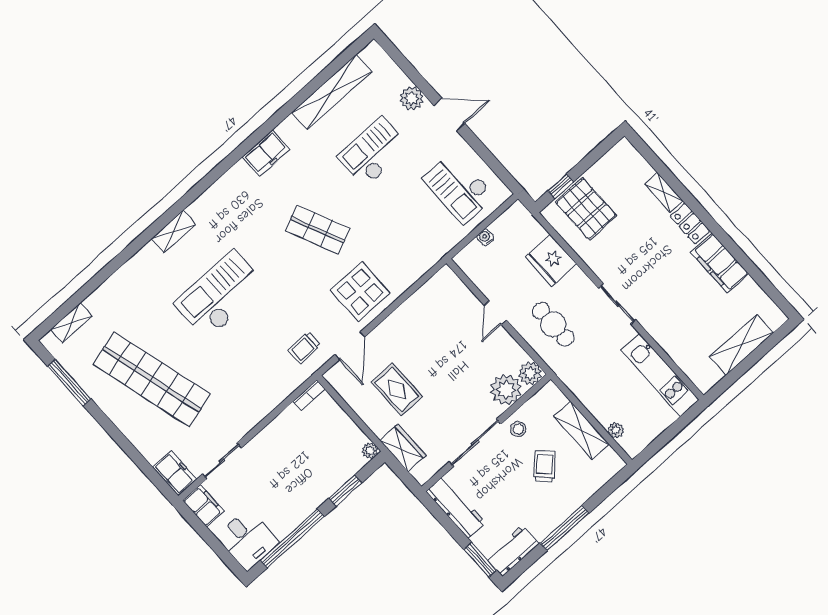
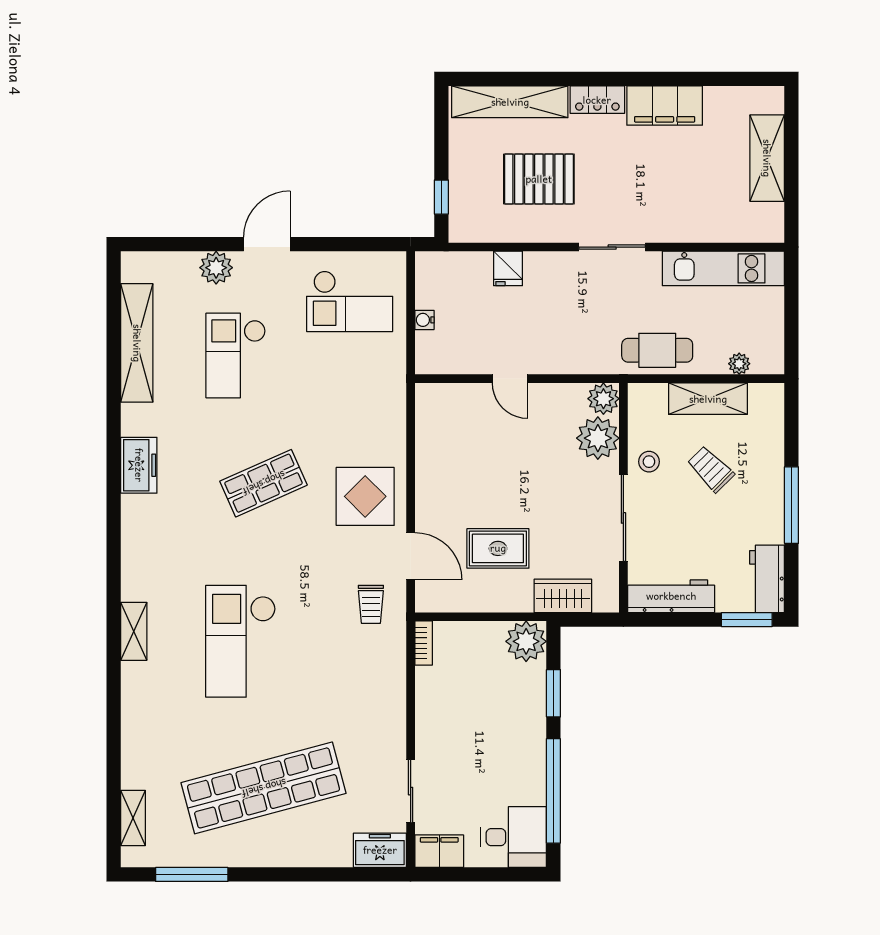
shelving: (664, 192) -> (510, 102), width x2.20, depth x1.33
pallet: (586, 209) -> (539, 179), moved
fridge: (551, 260) -> (508, 268), width x0.53, depth x0.75
cafe table: (553, 324) -> (657, 350), moved
plant: (370, 451) -> (526, 641), width x1.87, depth x1.87

